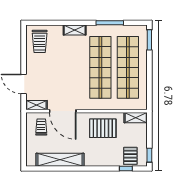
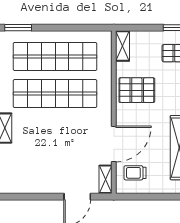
trolley: (40, 41) -> (20, 175), removed
pallet: (103, 128) -> (137, 90), turned 90

